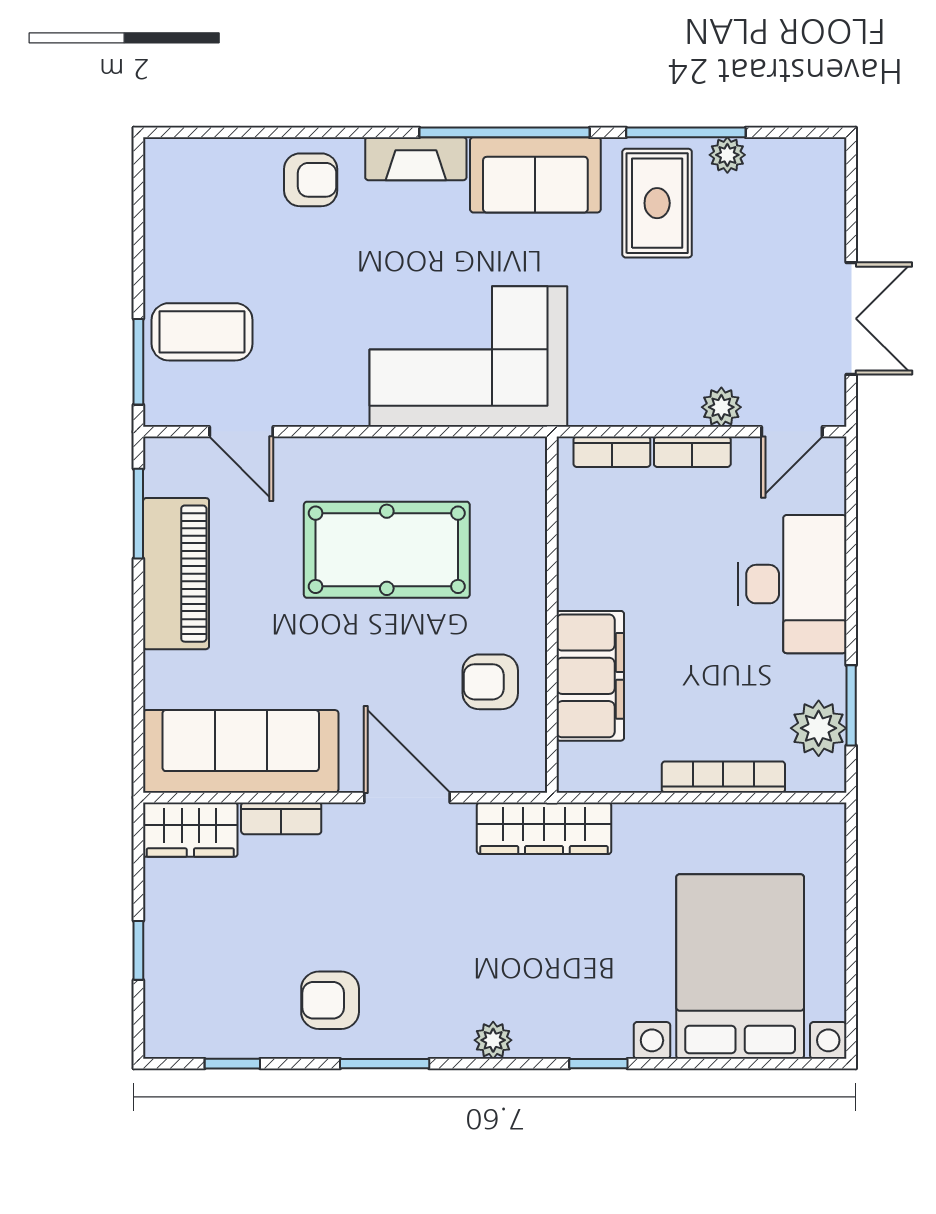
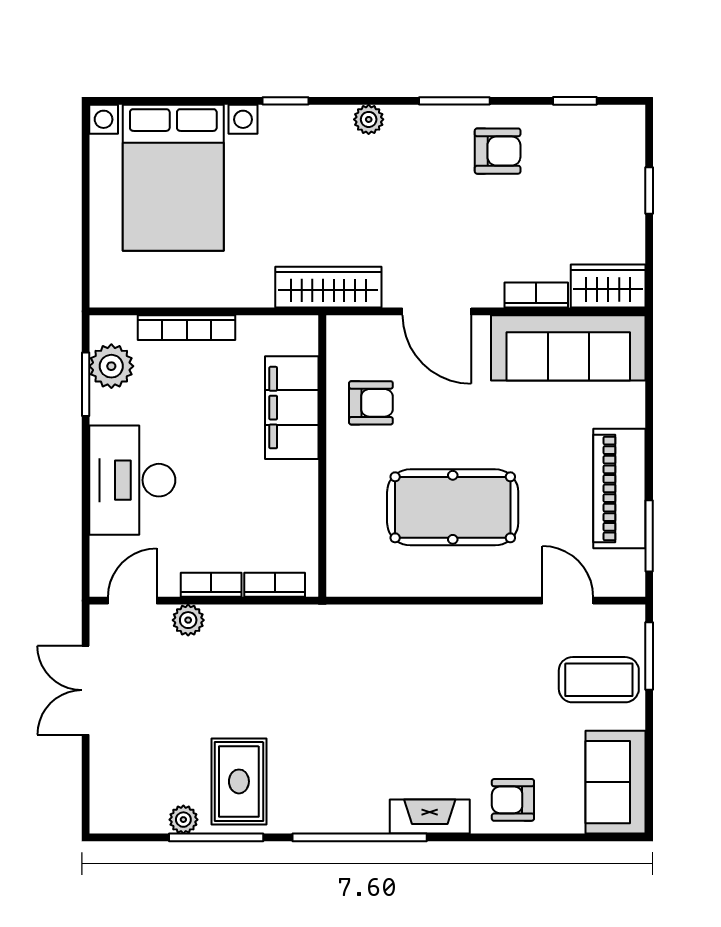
sofa: (535, 175) -> (616, 782), moved, turned -90
corner sofa: (468, 357) -> (388, 660), removed

